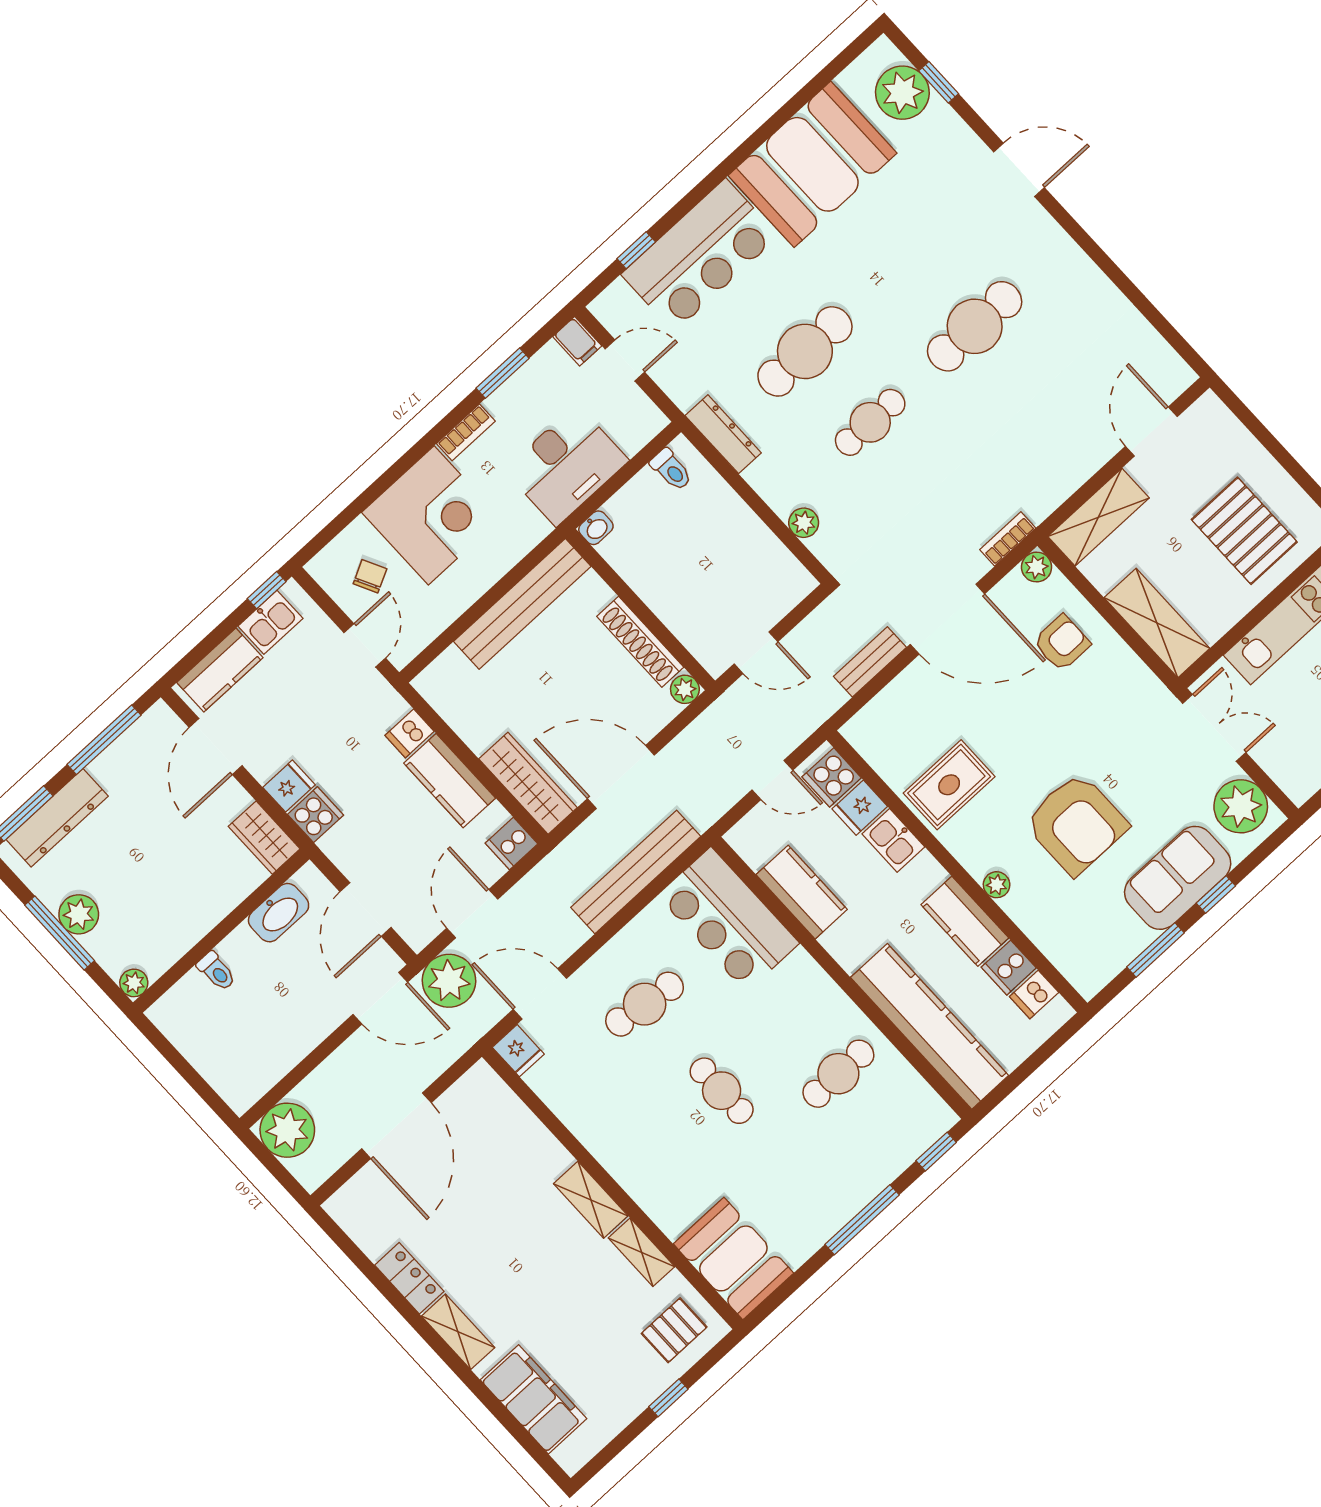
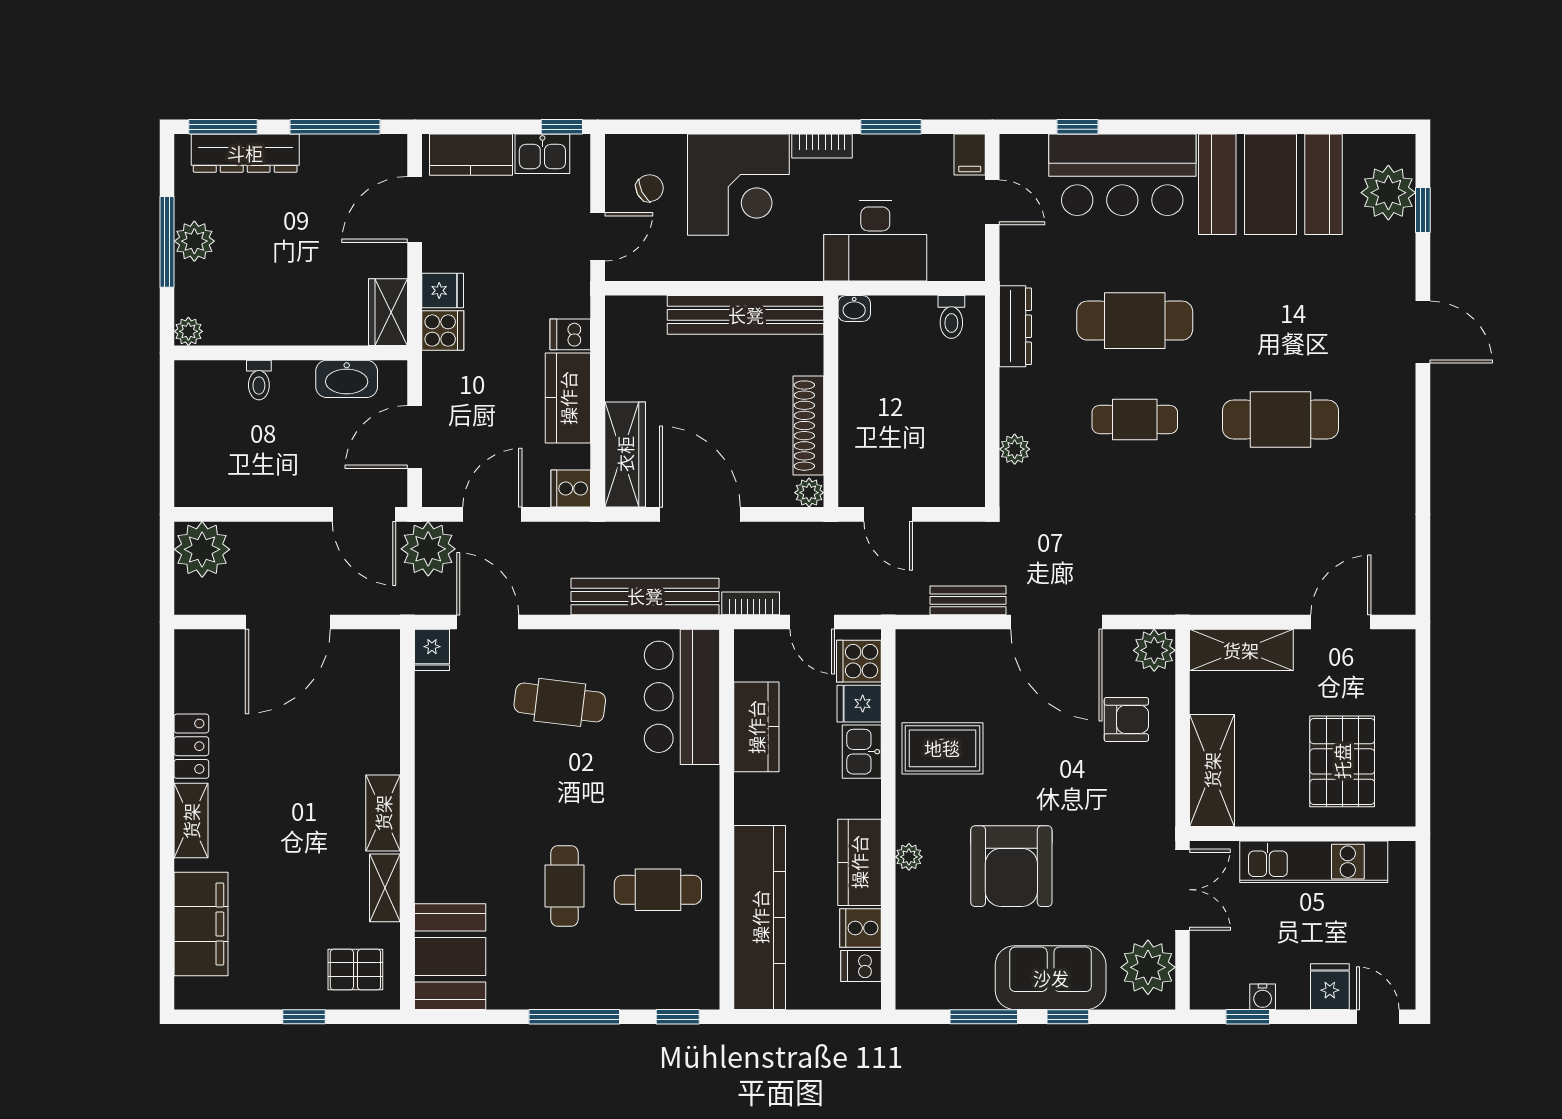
bookcase: (1008, 539) -> (751, 603), moved
plant: (1037, 567) -> (1154, 650), width x1.38, depth x1.38
cafe table: (722, 1091) -> (564, 886), moved

